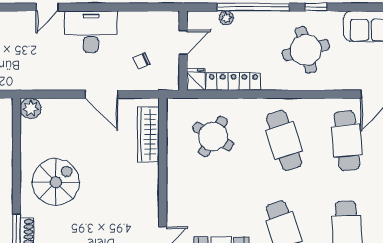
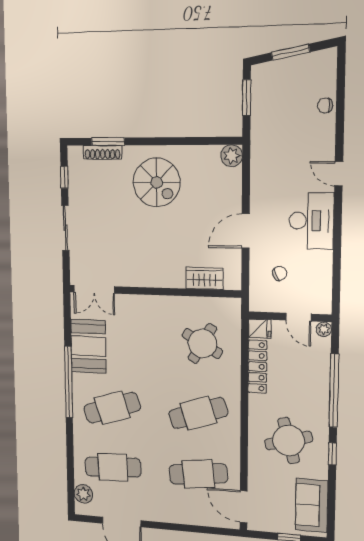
plant: (226, 18) -> (324, 329), moved
chair: (141, 61) -> (280, 273), turned 90
wardrobe: (148, 134) -> (204, 278), width x0.67

